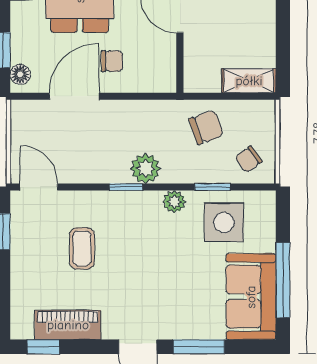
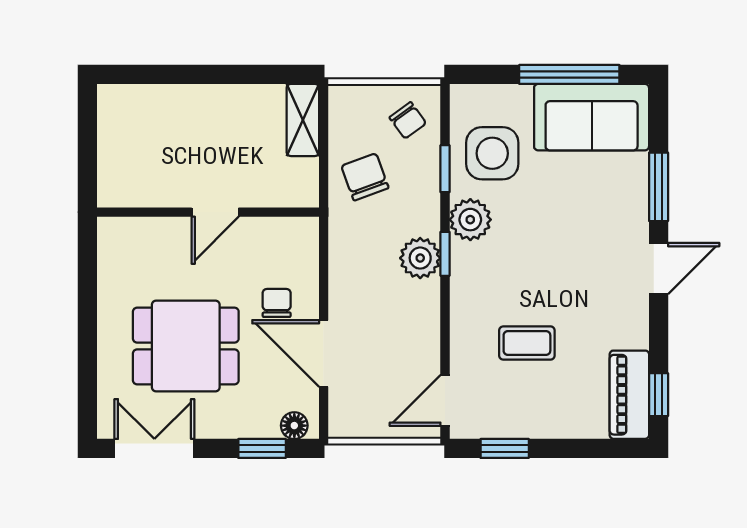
window: (126, 187) -> (445, 254), moved
plant: (174, 202) -> (470, 220), width x1.38, depth x1.38
piano: (68, 325) -> (629, 395), moved

